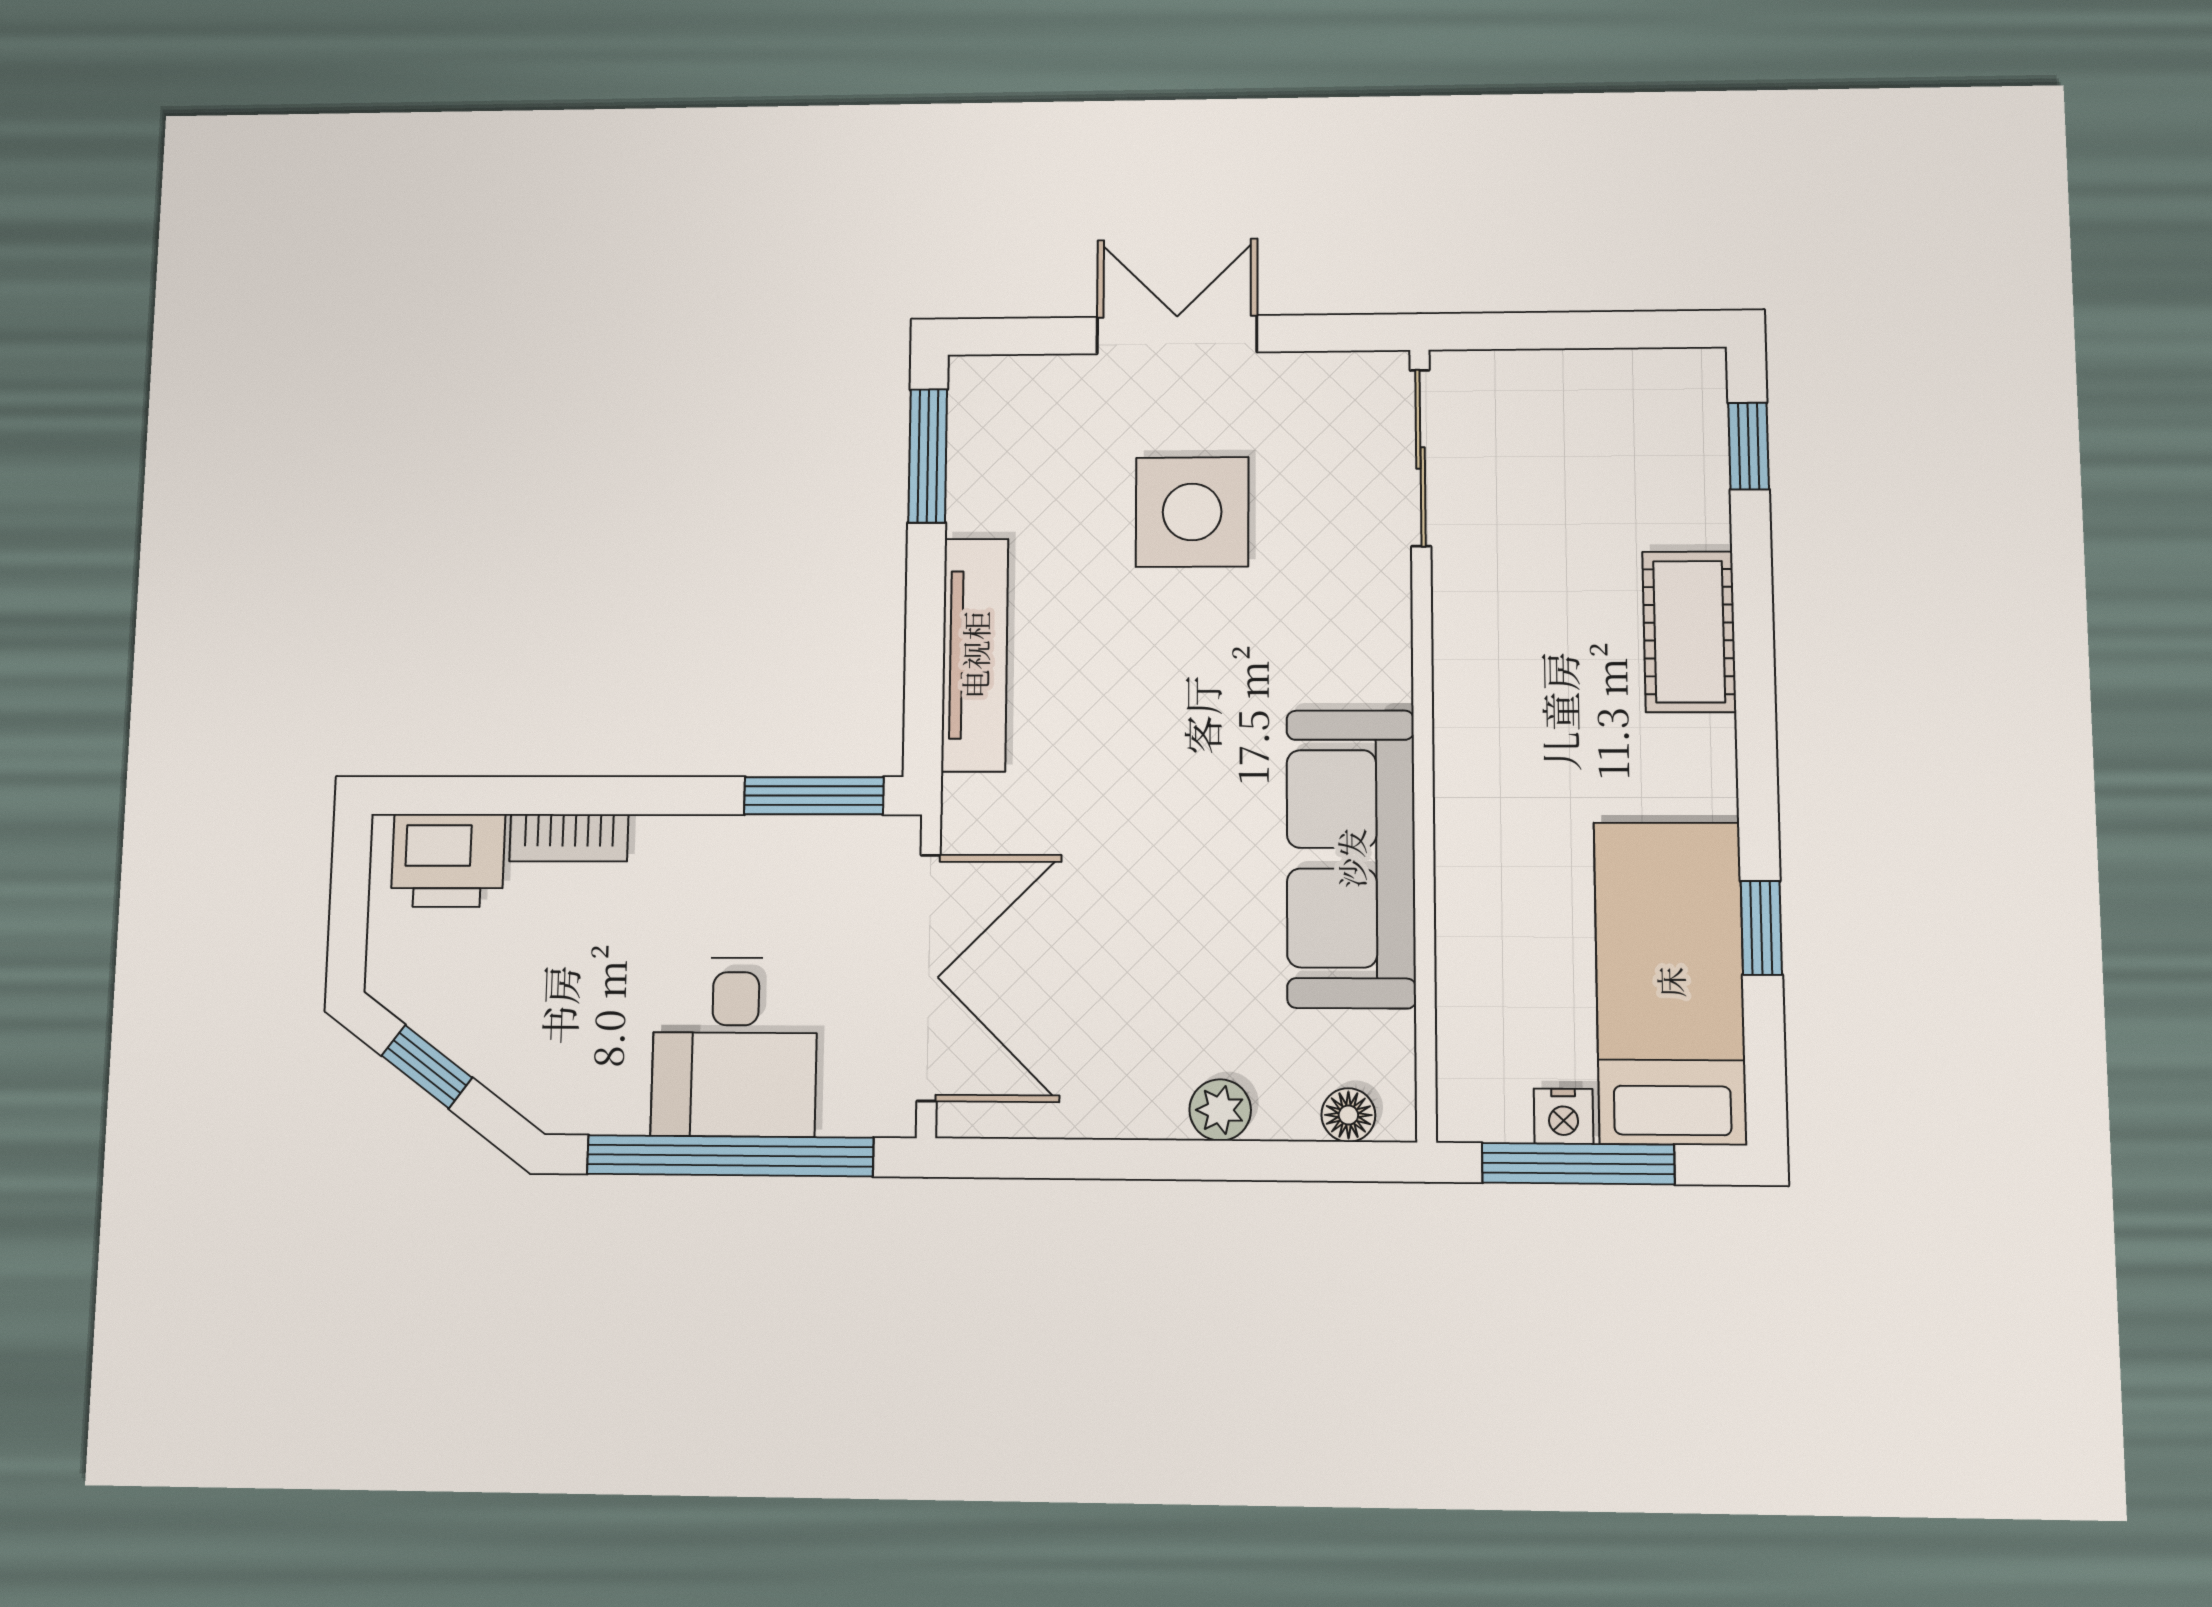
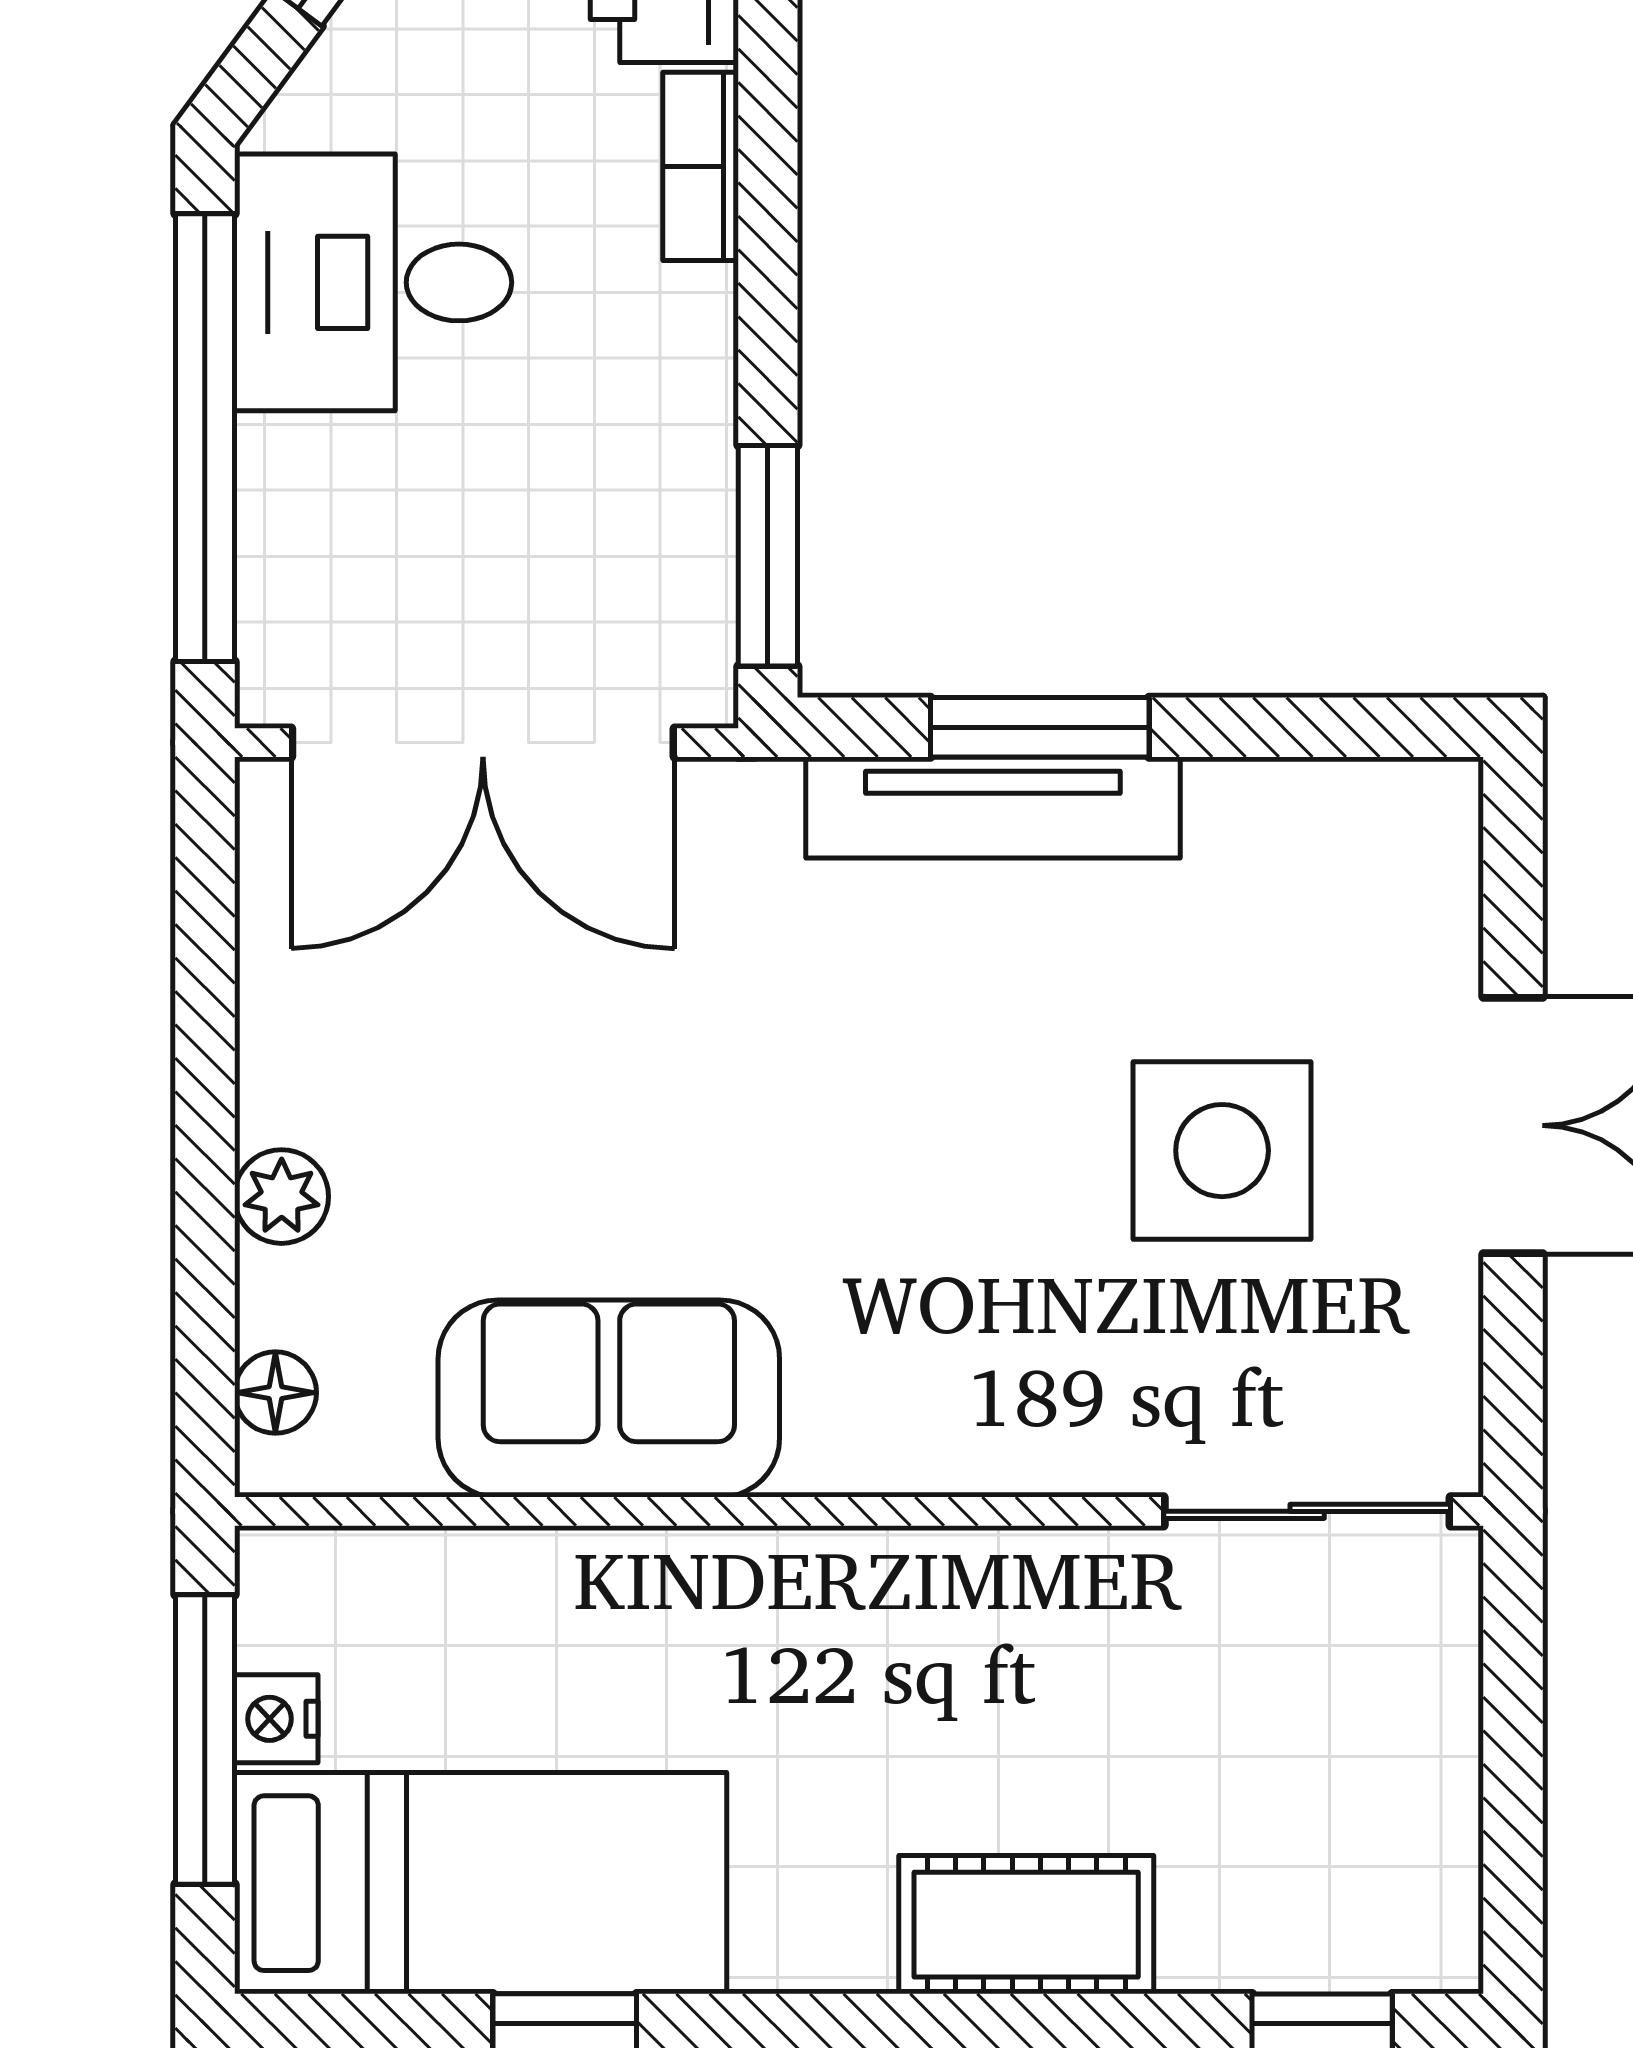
window: (928, 456) -> (1040, 727), moved
sofa: (1351, 858) -> (609, 1398), width x0.73
desk: (735, 1047) -> (373, 282), moved

